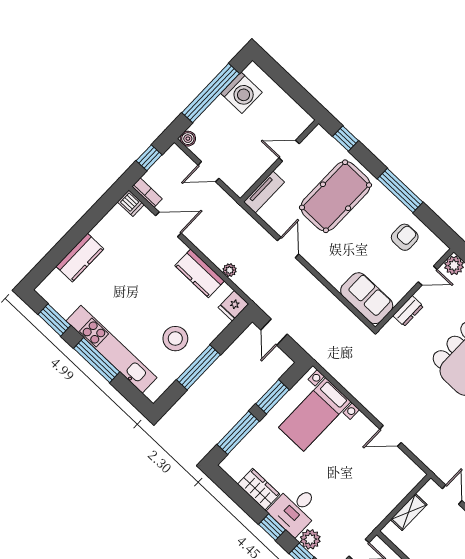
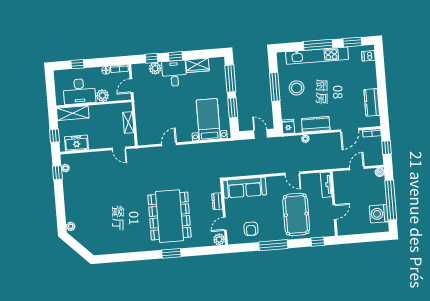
dishwasher: (131, 203) -> (368, 56), moved
kitchen counter: (80, 258) -> (372, 102), moved
sofa: (367, 298) -> (245, 188), width x1.36

